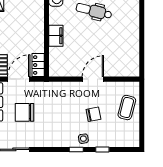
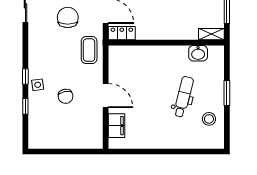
filing cabinet: (56, 36) -> (116, 126), moved, turned -90
coffee table: (127, 108) -> (89, 50), moved, turned 75

